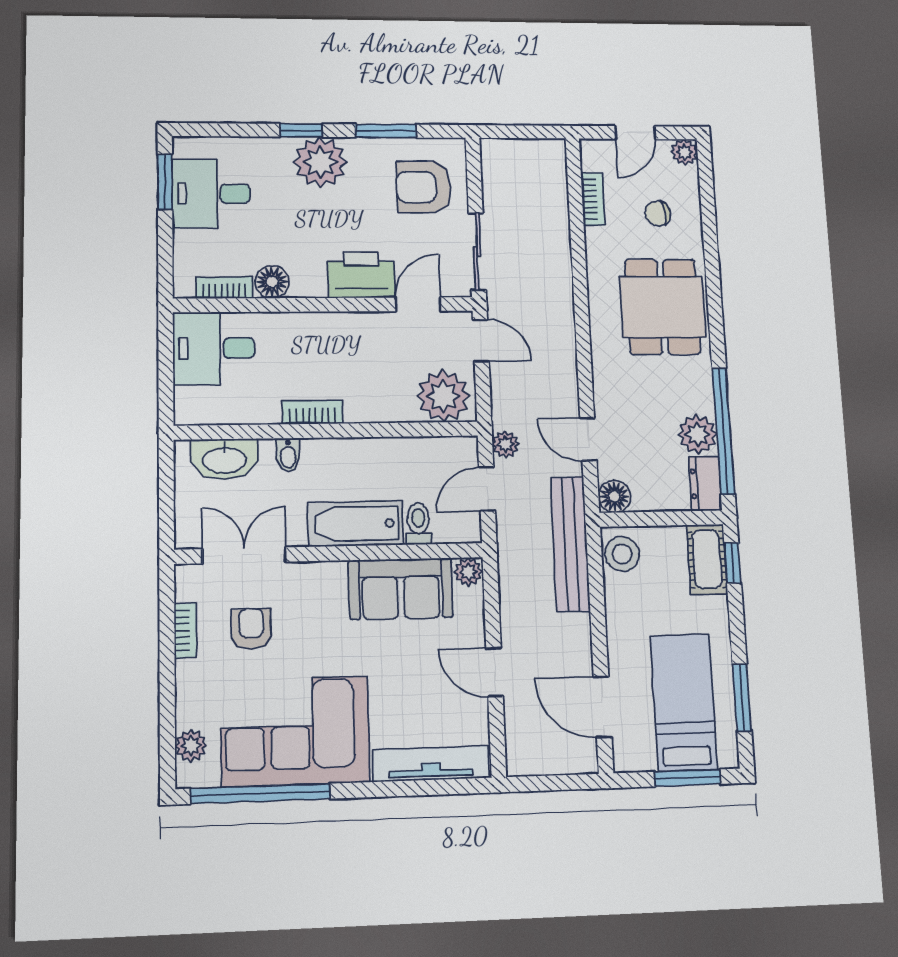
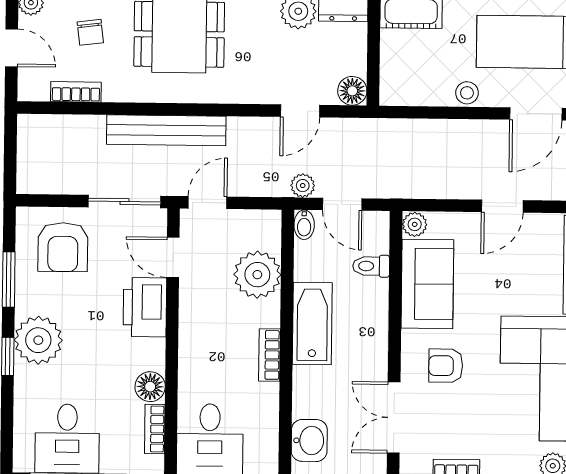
plant: (443, 396) -> (257, 275), moved
bidet: (288, 455) -> (304, 225), moved, turned 90
washbasin: (224, 459) -> (309, 440), width x0.72
bathtub: (355, 524) -> (312, 324), moved, turned 180
bench: (570, 544) -> (166, 130), moved
stool: (622, 554) -> (467, 93), moved, width x0.73, depth x0.73
armchair: (251, 629) -> (446, 366), moved

